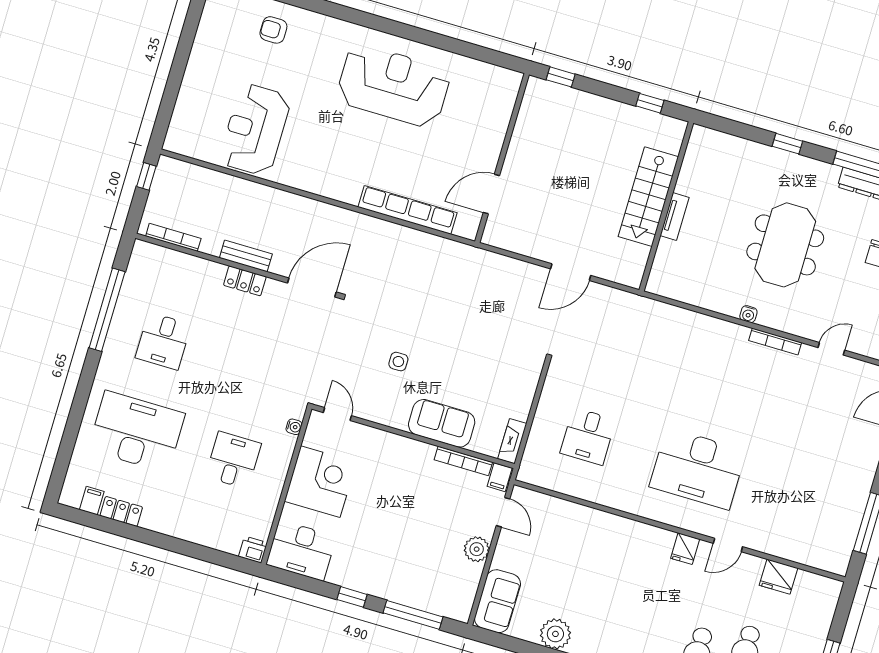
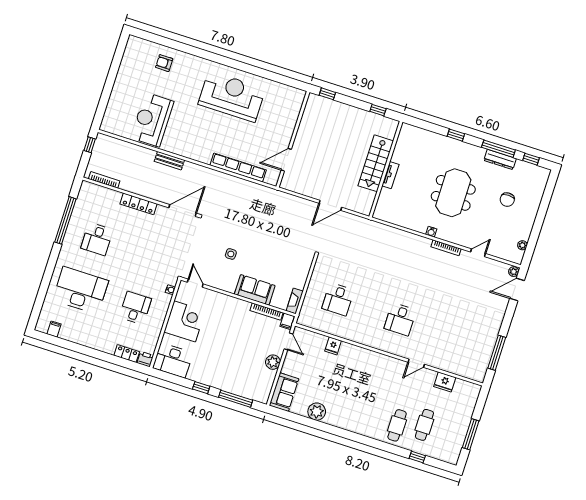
bench: (246, 256) -> (169, 161), moved
locker: (245, 281) -> (139, 204), width x1.53
desk: (698, 469) -> (400, 319), width x0.53, depth x0.77
locker: (121, 511) -> (127, 354), moved
fridge: (685, 549) -> (333, 346), moved

